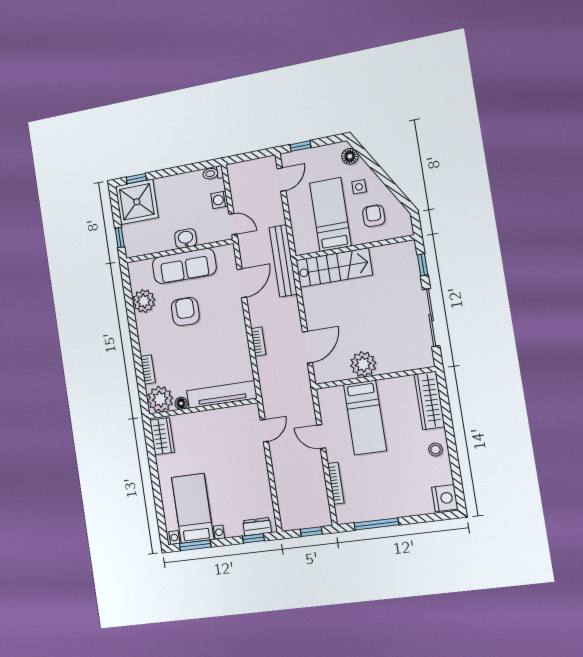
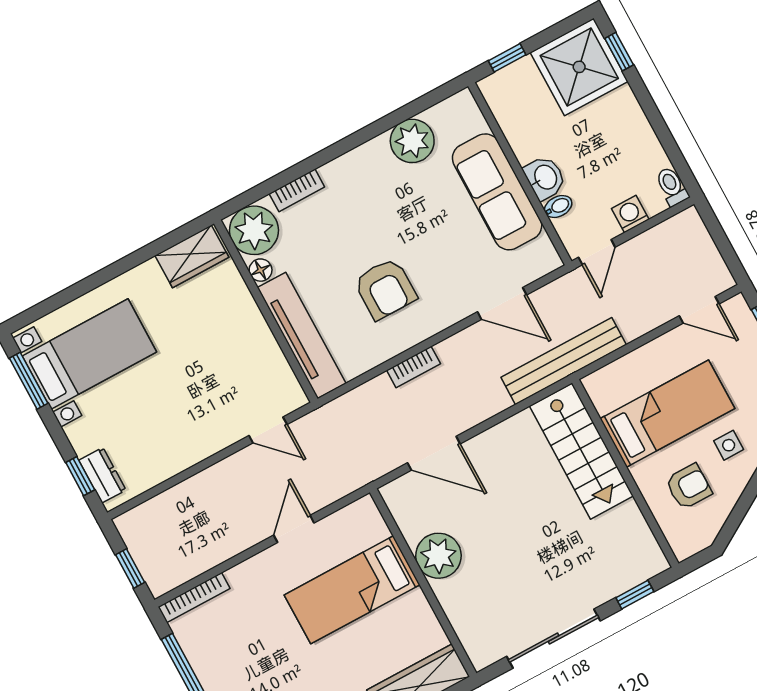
bidet: (203, 236) -> (558, 207), added
armchair: (185, 312) -> (385, 289), moved, turned 90
bookcase: (336, 483) -> (194, 598), moved

